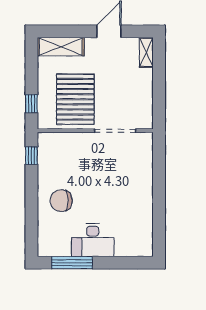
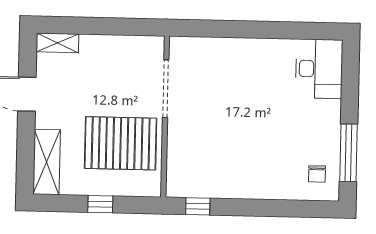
window: (31, 104) -> (100, 204), moved
chair: (61, 201) -> (317, 174), moved, width x0.54, depth x0.54
desk: (93, 240) -> (319, 69), moved

